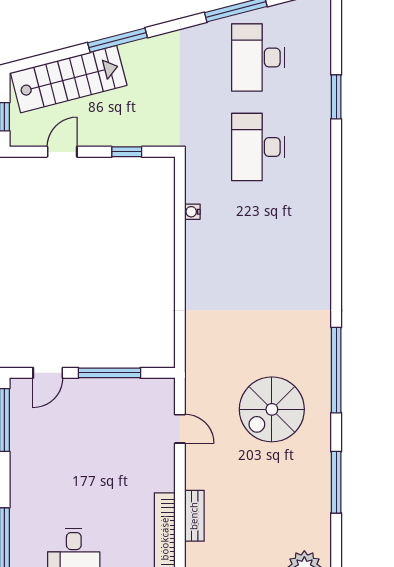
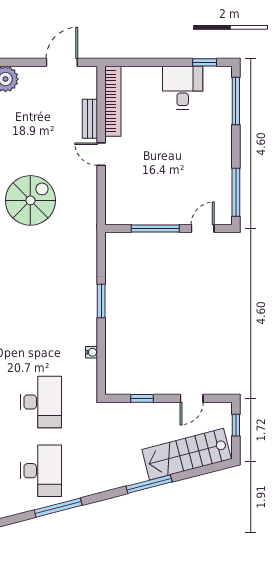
window: (180, 278) -> (101, 301), added
door: (180, 429) -> (101, 154), moved

